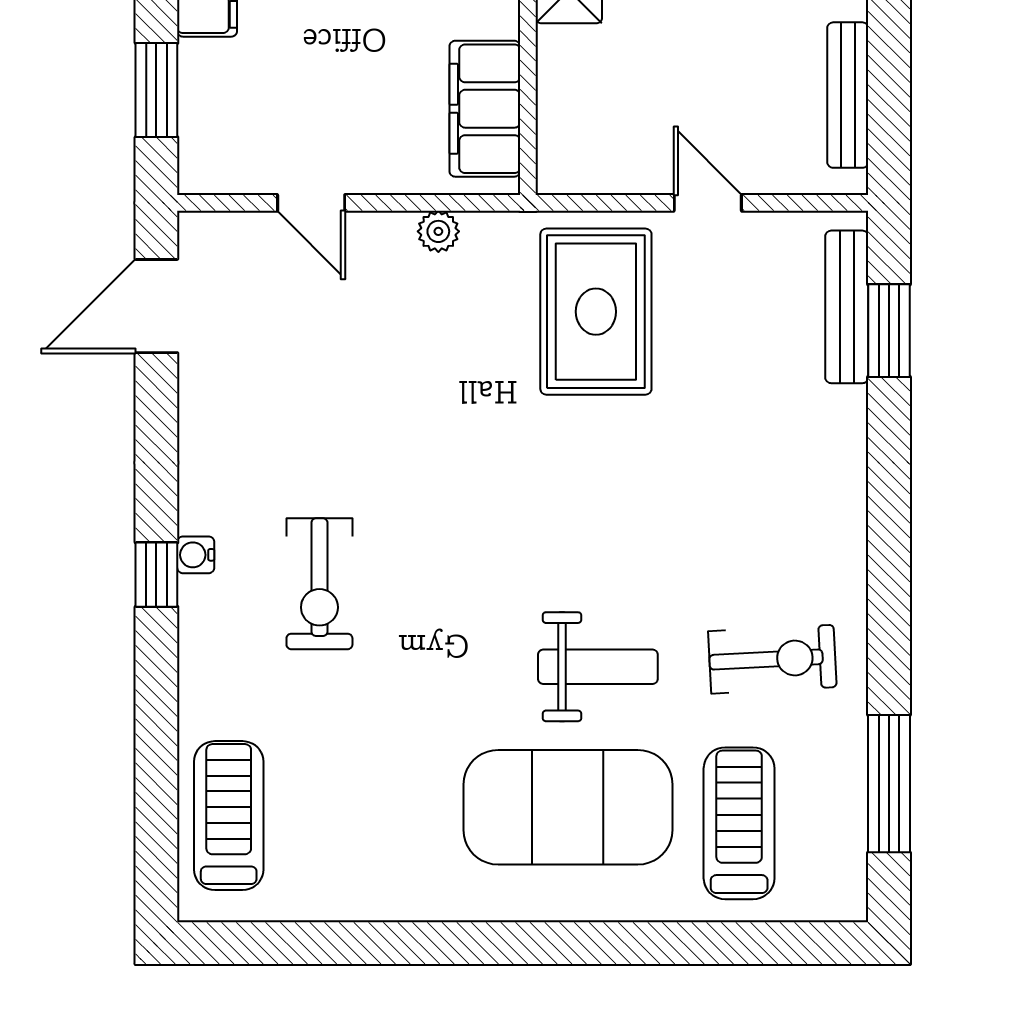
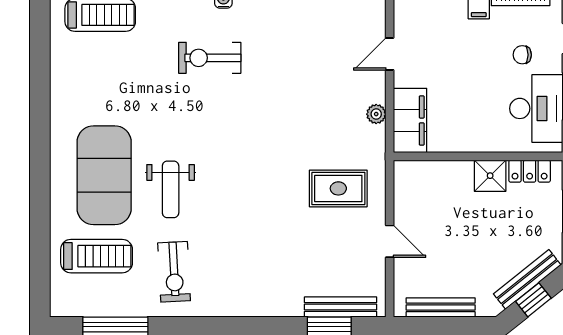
filing cabinet: (485, 109) -> (410, 120), moved, turned 90
door: (708, 203) -> (390, 241), hinge flipped
rug: (596, 312) -> (338, 188), width x0.73, depth x0.70

